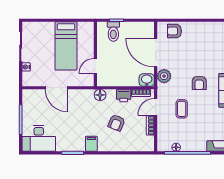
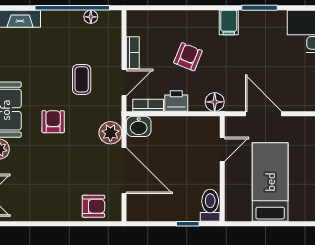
toilet: (113, 32) -> (210, 205), moved
door: (56, 88) -> (264, 114), moved

